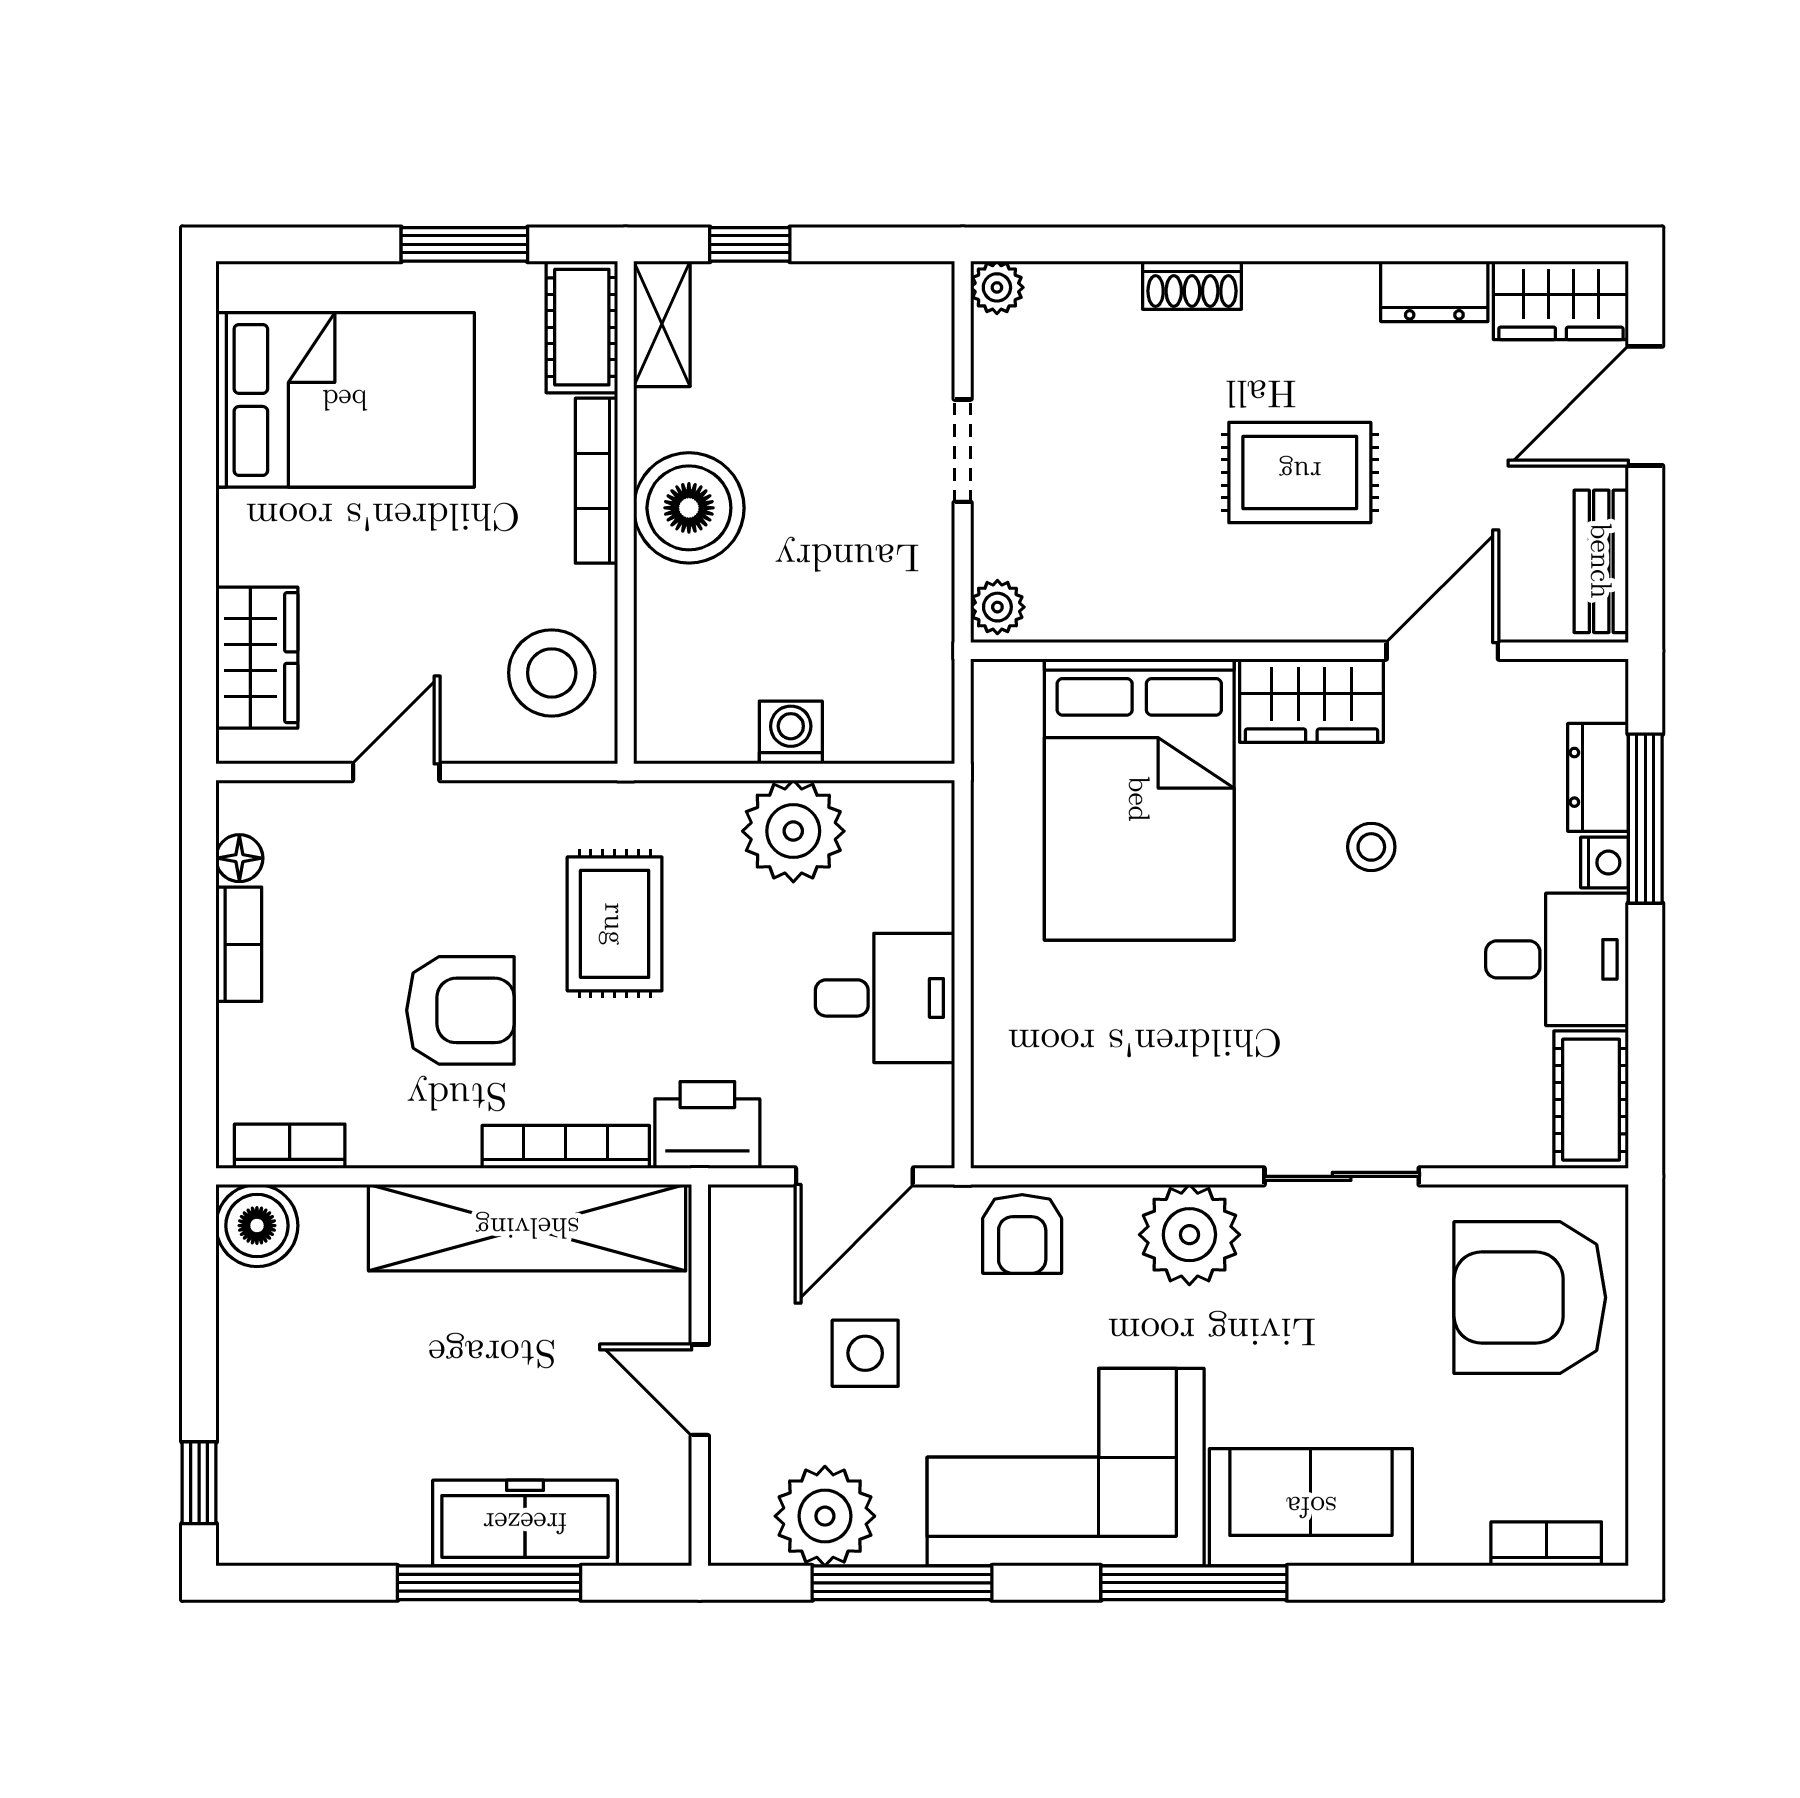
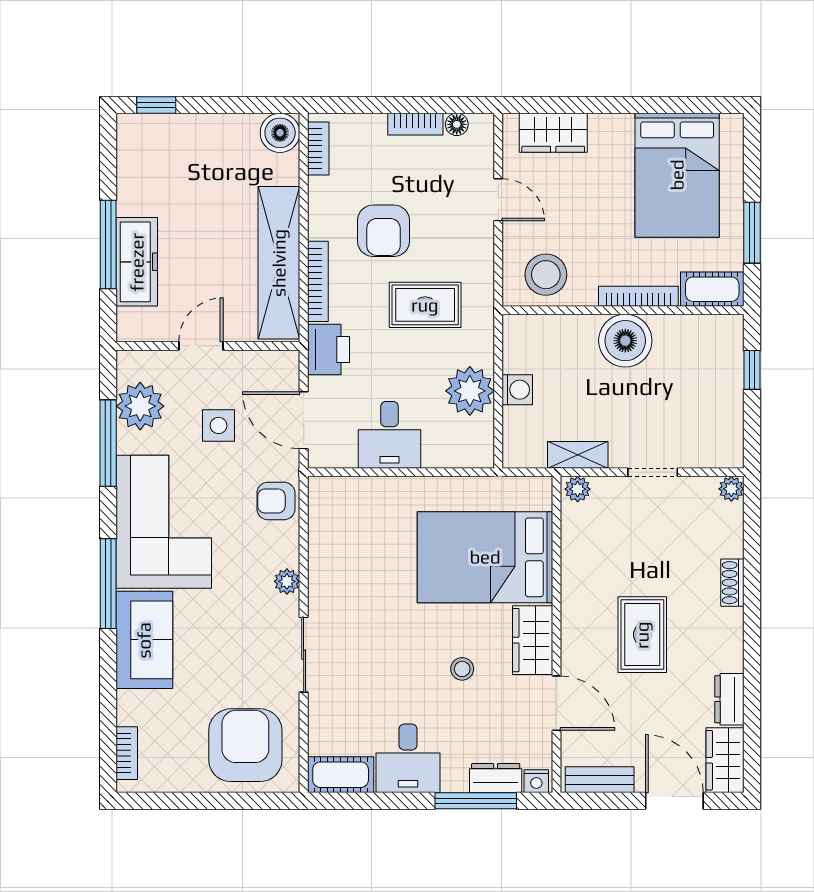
shelving: (662, 324) -> (578, 455), moved
nightstand: (1605, 863) -> (536, 781), moved
plant: (1189, 1235) -> (287, 581), width x0.53, depth x0.53

